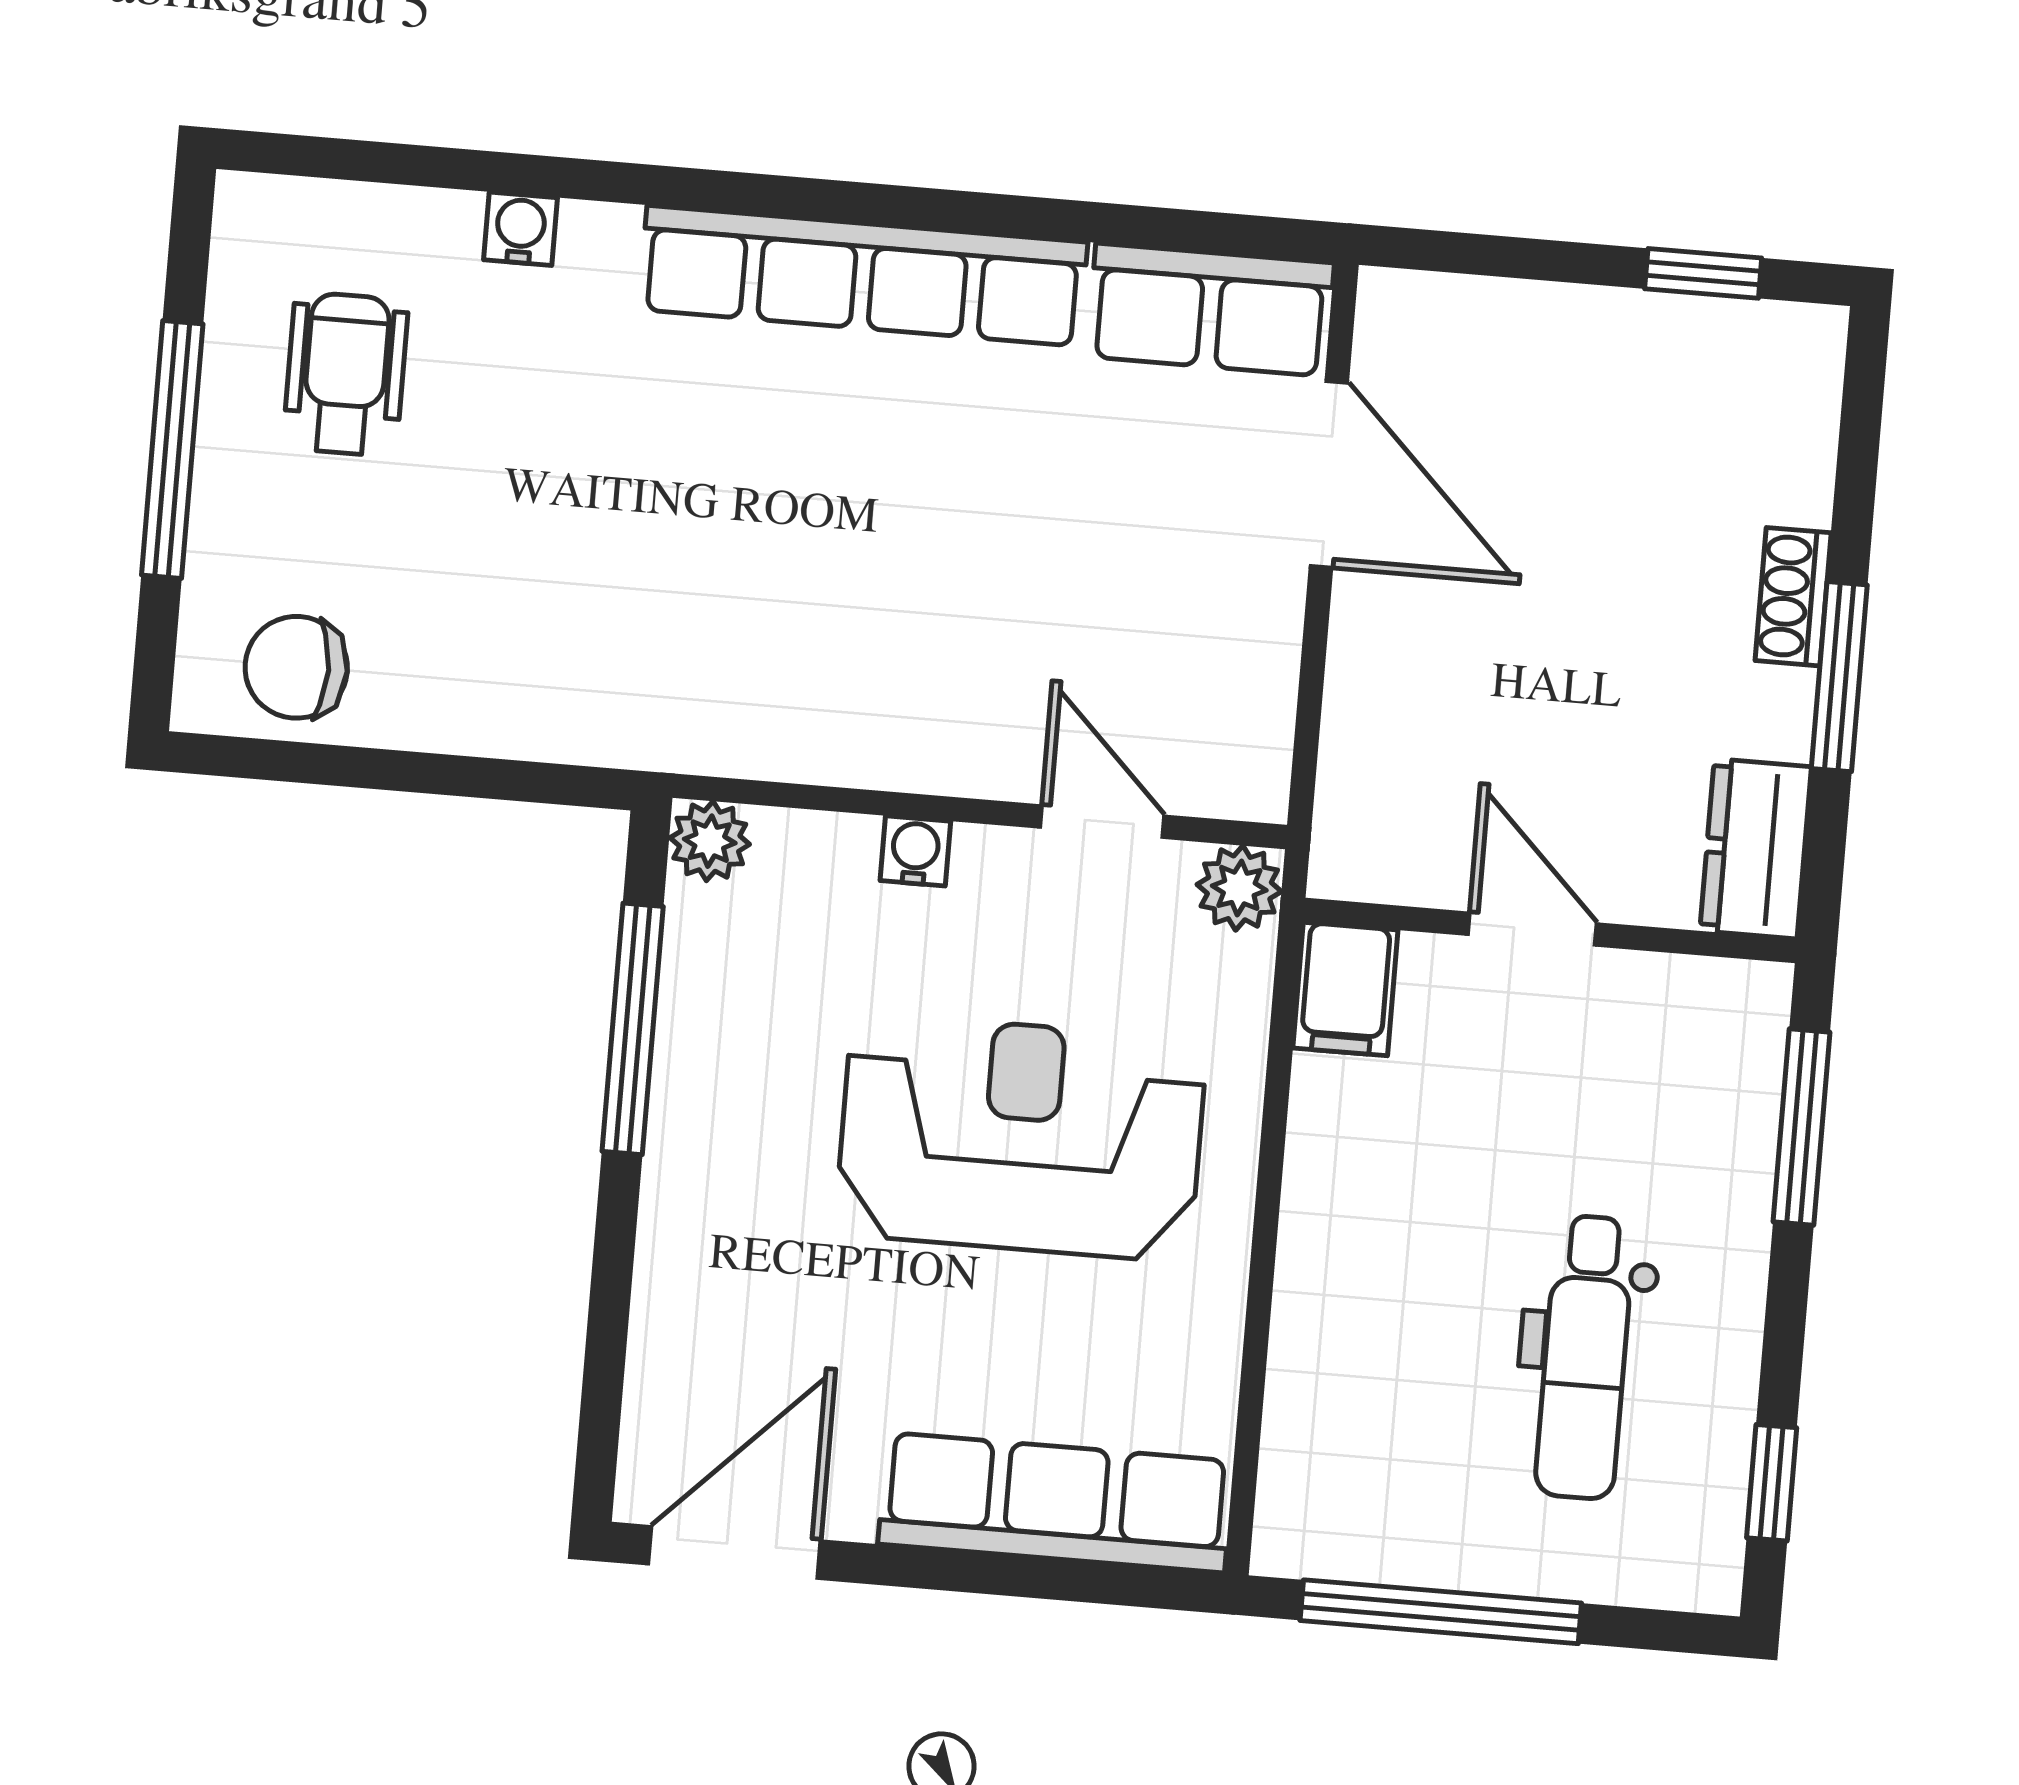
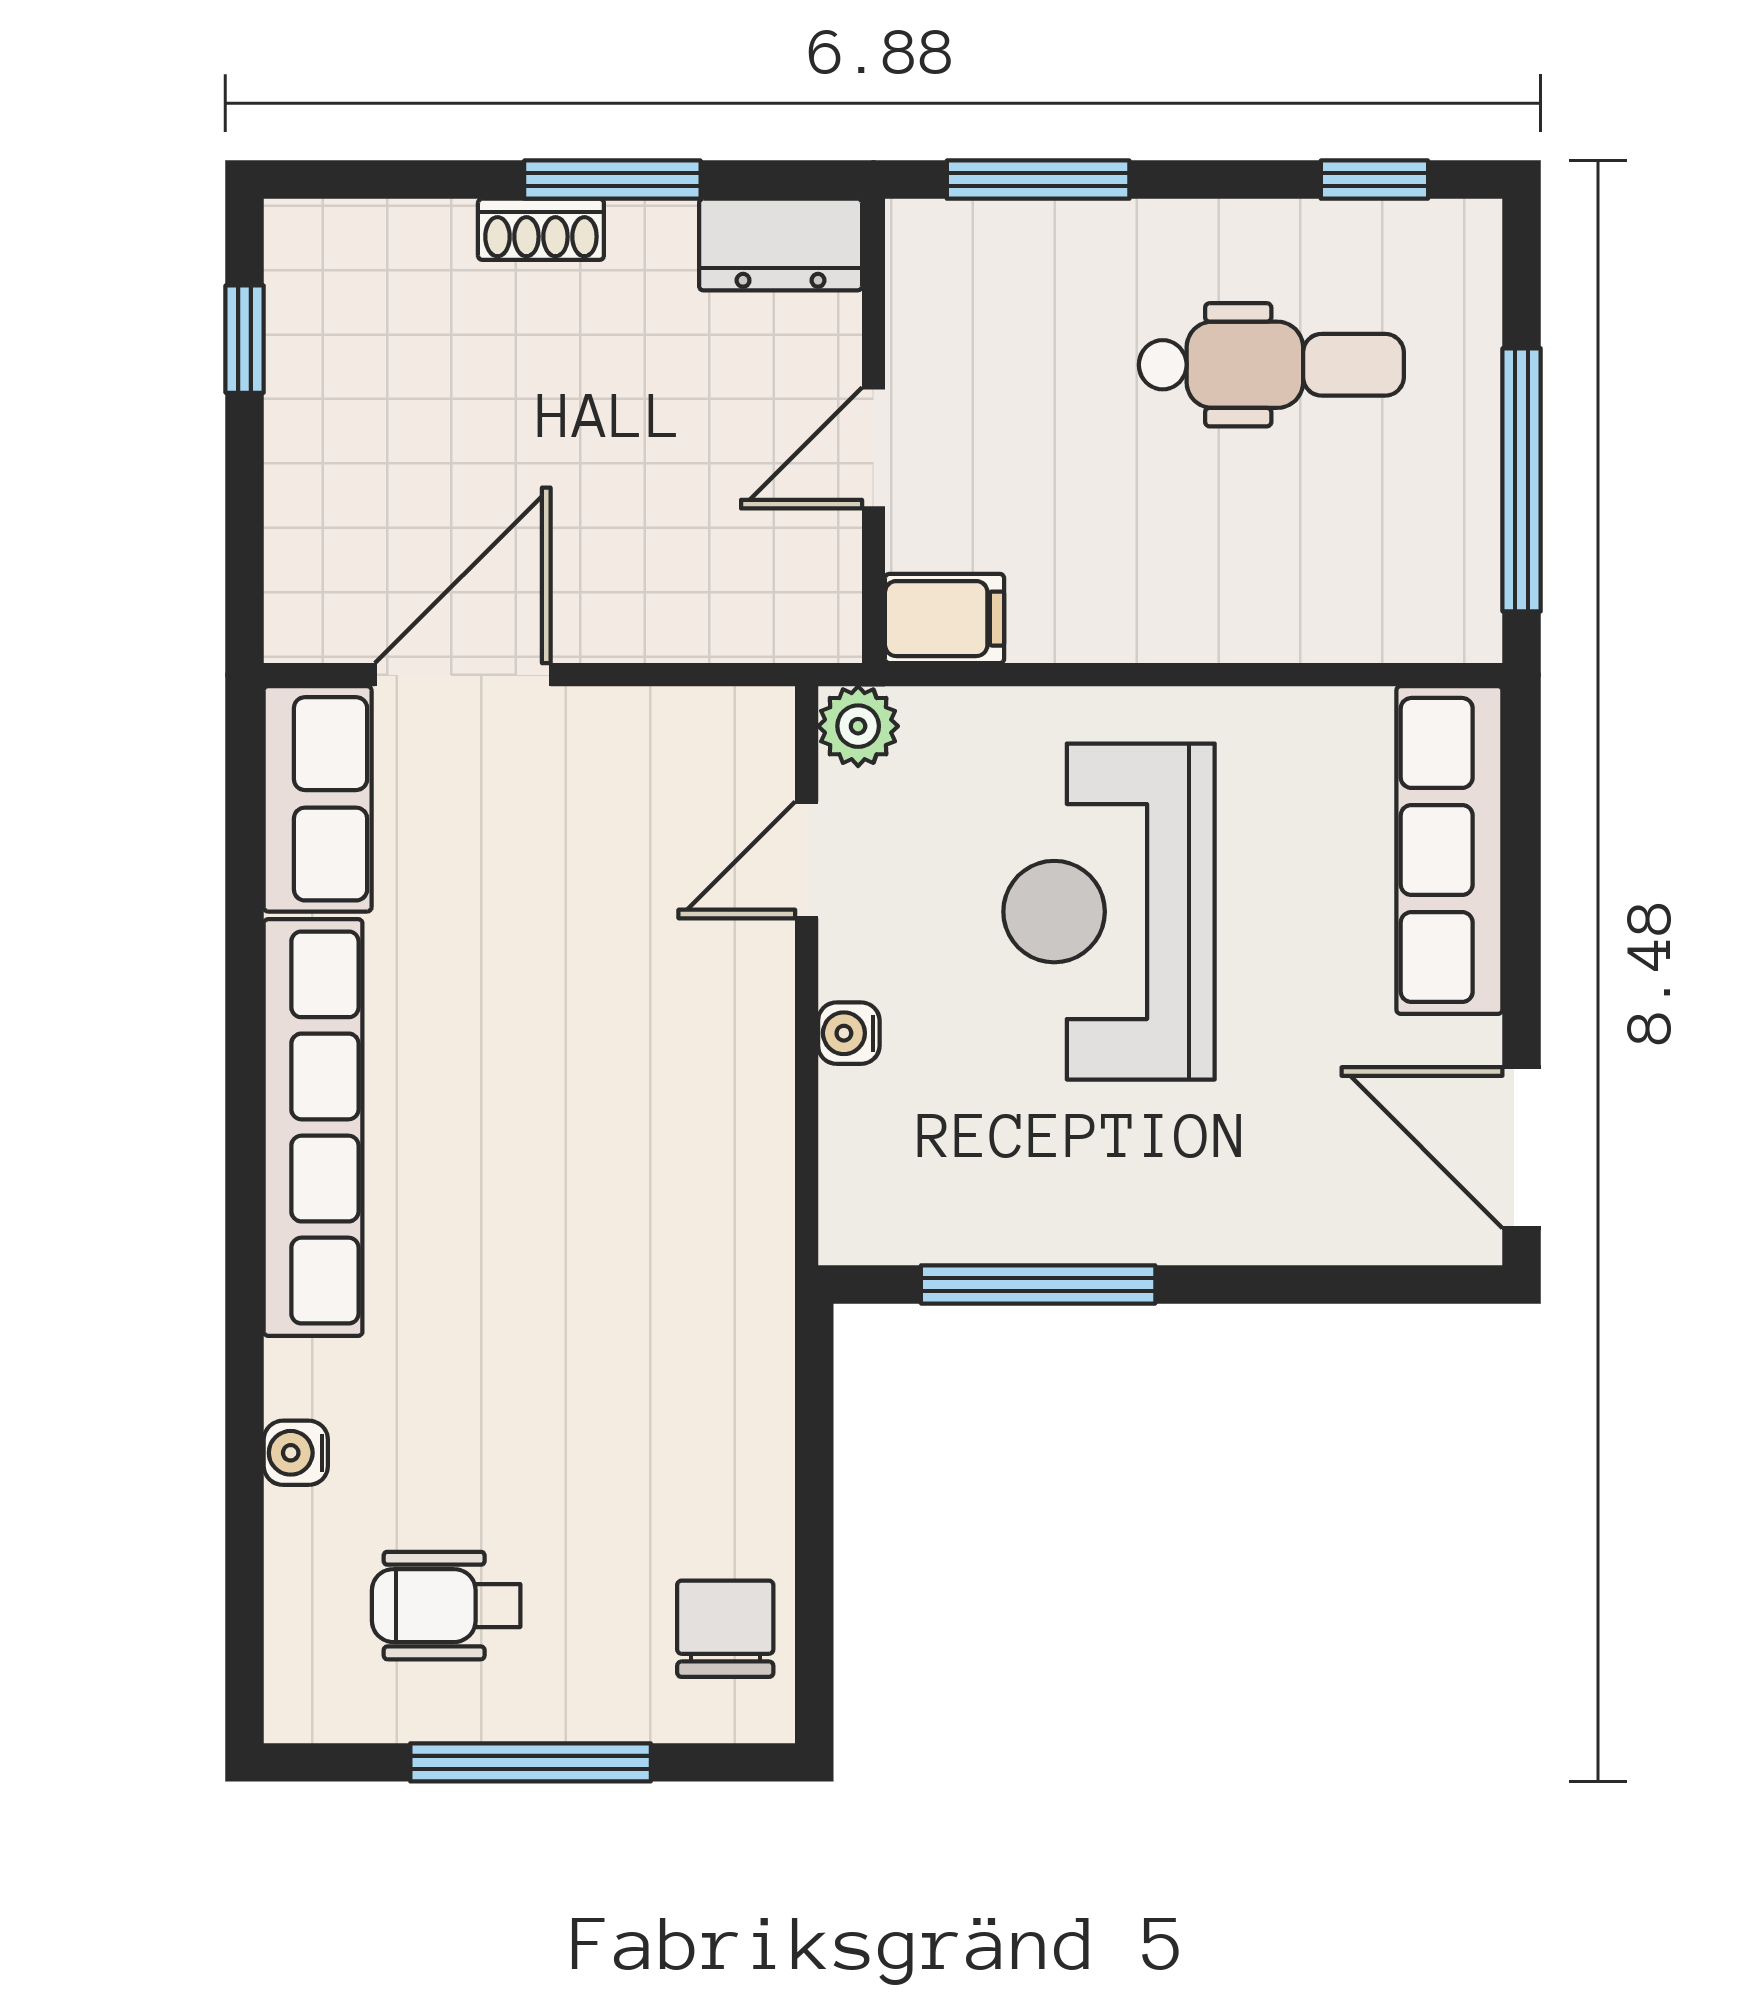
chair: (296, 667) -> (725, 1629), turned 180
plant: (710, 841) -> (856, 1227), removed

